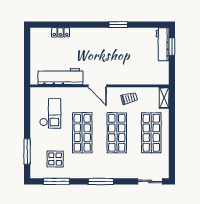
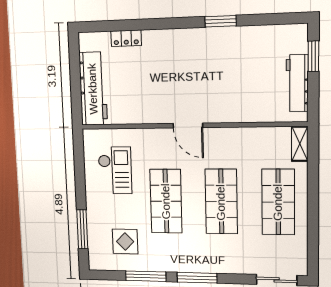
workbench: (163, 44) -> (297, 83), moved
workbench: (60, 77) -> (93, 89), moved, turned 90
trolley: (129, 98) -> (241, 145), removed
window: (56, 181) -> (146, 276), moved

